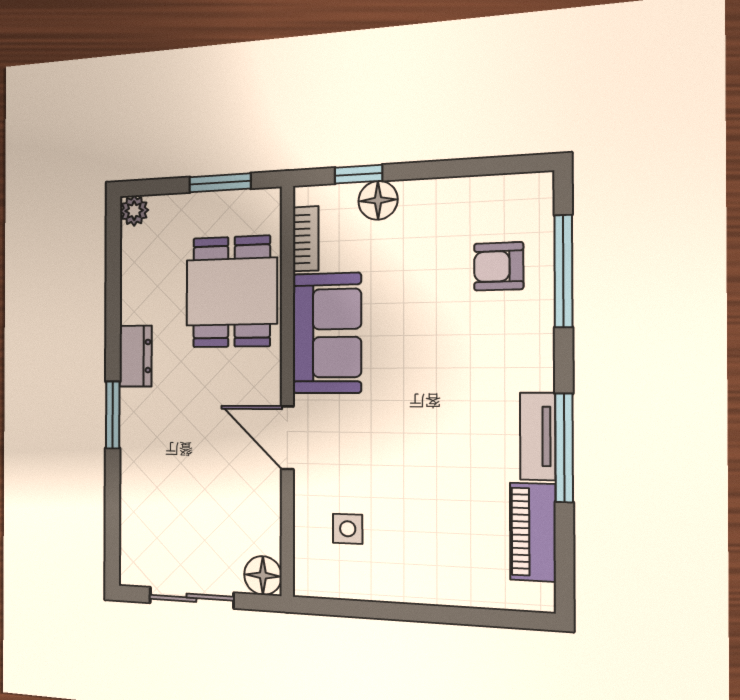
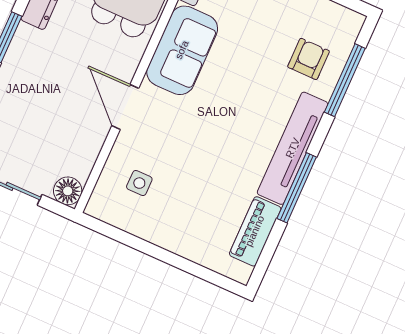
armchair: (499, 266) -> (309, 59), turned 90
tv unit: (538, 436) -> (293, 148), width x1.92, depth x1.29

